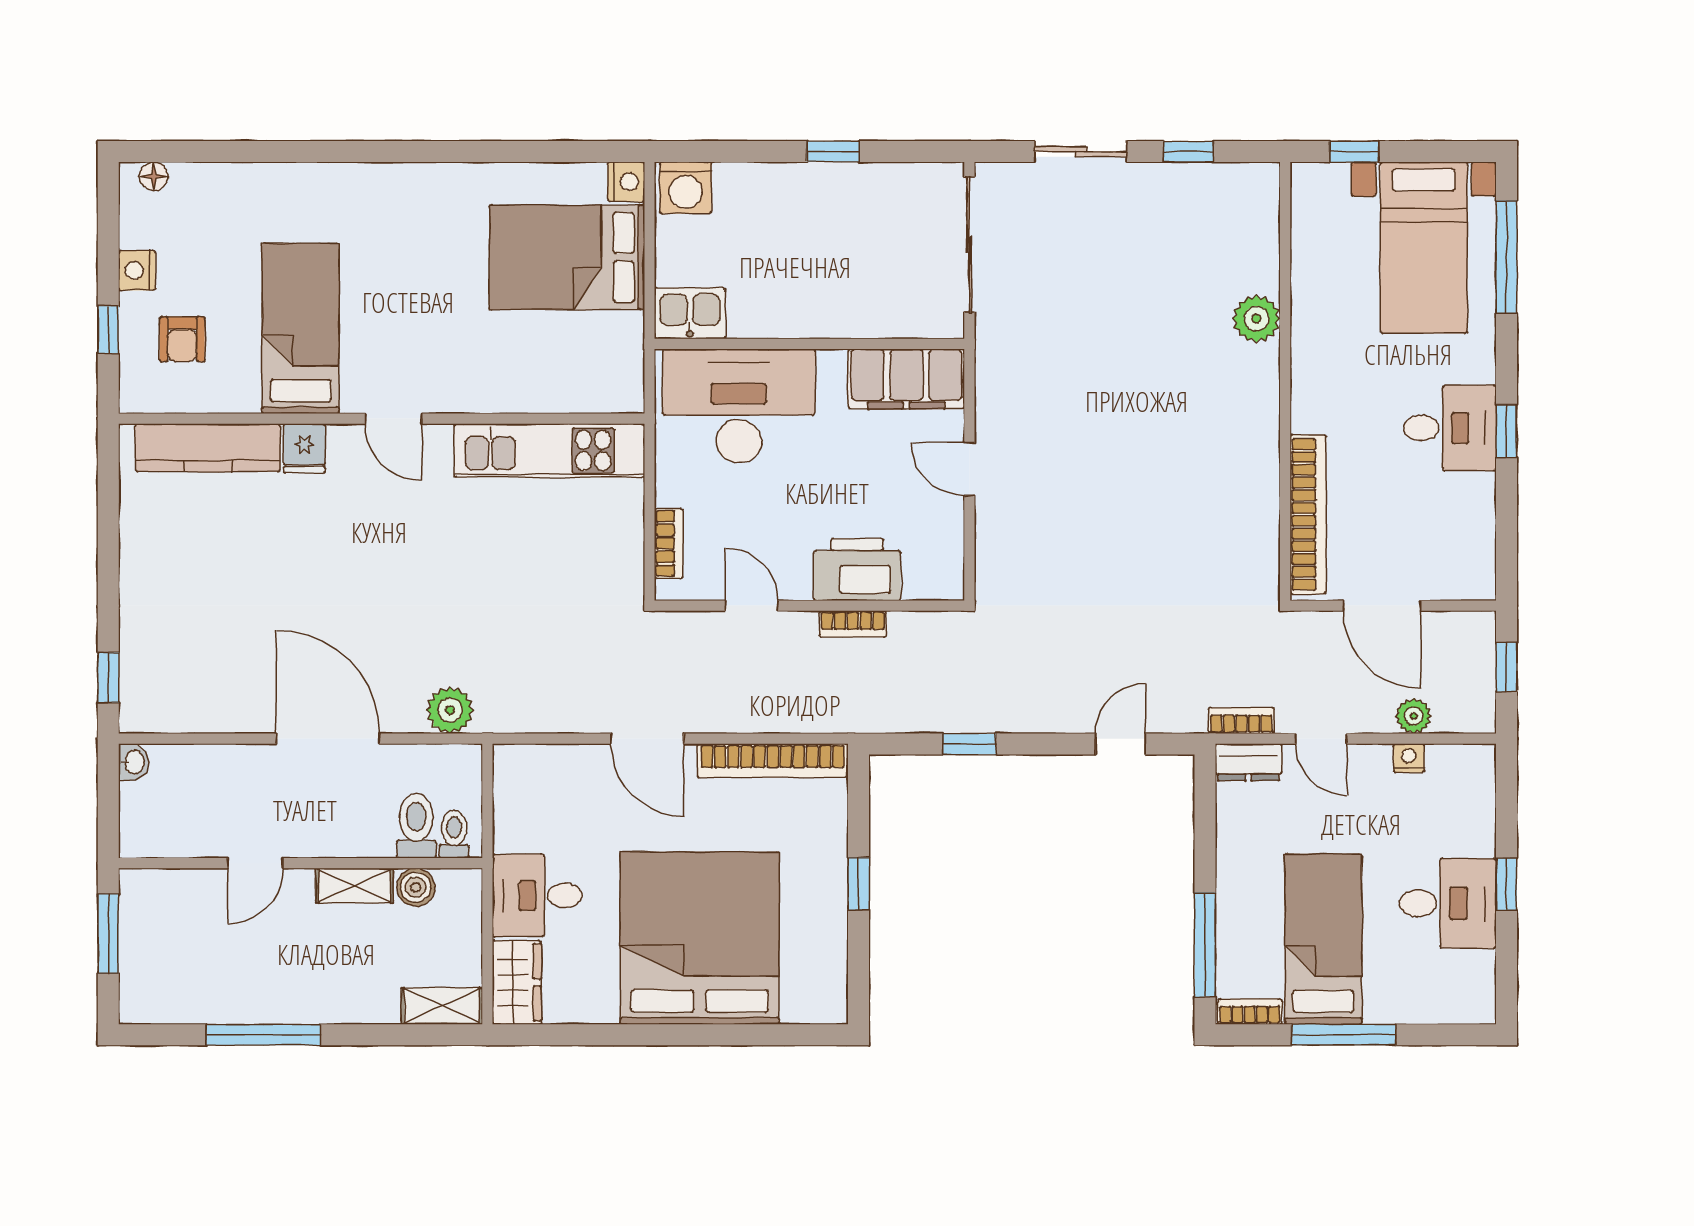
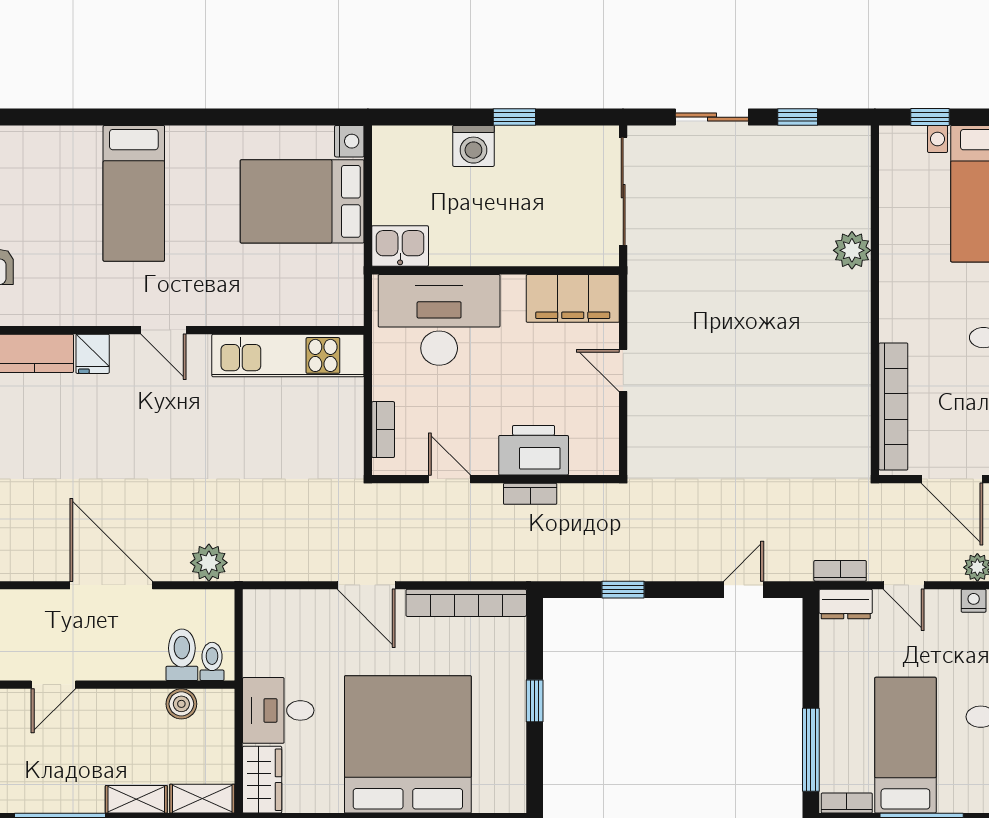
washing machine: (686, 188) -> (473, 146), moved
bed: (301, 328) -> (134, 193), moved, turned 180
shelving: (355, 886) -> (136, 799), moved

